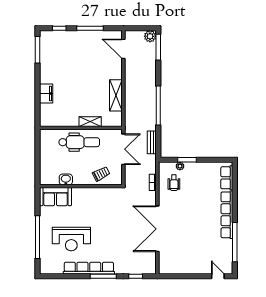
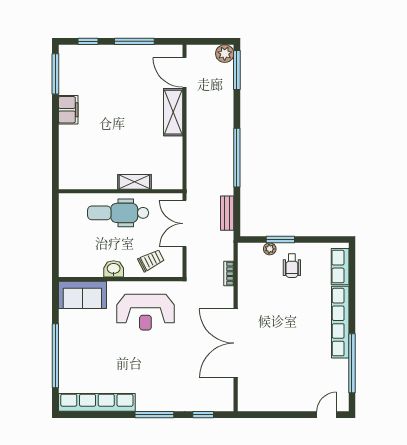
filing cabinet: (46, 94) -> (68, 110), moved
shelving: (116, 95) -> (173, 112), moved
dental chair: (79, 142) -> (118, 213), turned 180
double door: (123, 149) -> (185, 224), swing flipped
washbasin: (66, 179) -> (114, 269), moved
wheelchair: (174, 183) -> (292, 266), moved
reception desk: (71, 239) -> (145, 312), moved
row of seats: (89, 268) -> (97, 402), moved
door: (218, 276) -> (327, 415), hinge flipped

